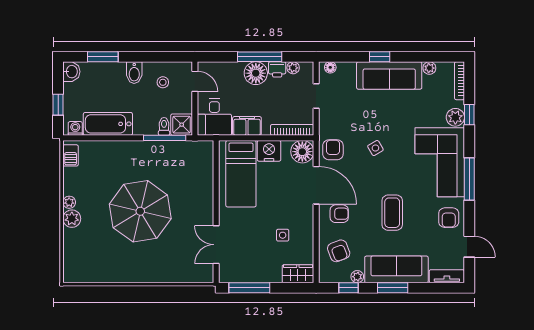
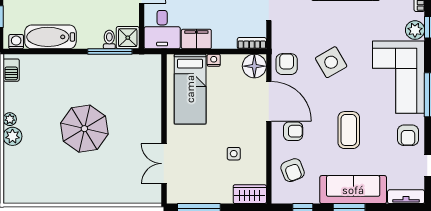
bookcase: (292, 130) -> (252, 43), width x0.64
side table: (375, 148) -> (331, 62), width x1.87, depth x1.87
nightstand: (269, 151) -> (214, 60), width x0.53, depth x0.56
parasol: (140, 211) -> (84, 129), width x0.73, depth x0.73
plant: (357, 277) -> (312, 197), removed

